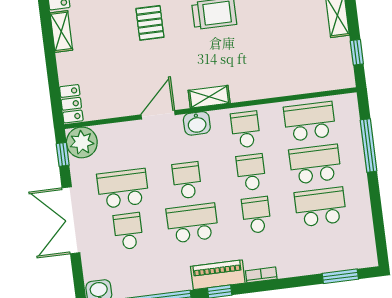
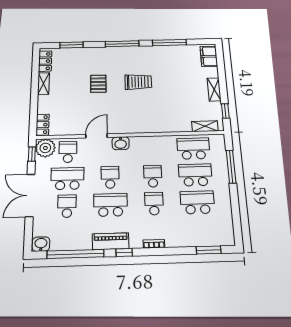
shelving: (209, 97) -> (205, 126), moved
school desk: (246, 129) -> (68, 152), moved
piano: (218, 275) -> (111, 241), moved

